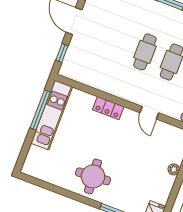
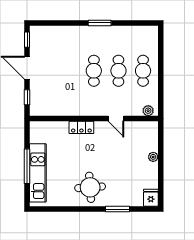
window: (40, 110) -> (27, 166), moved
kitchen unit: (52, 115) -> (38, 173), moved

